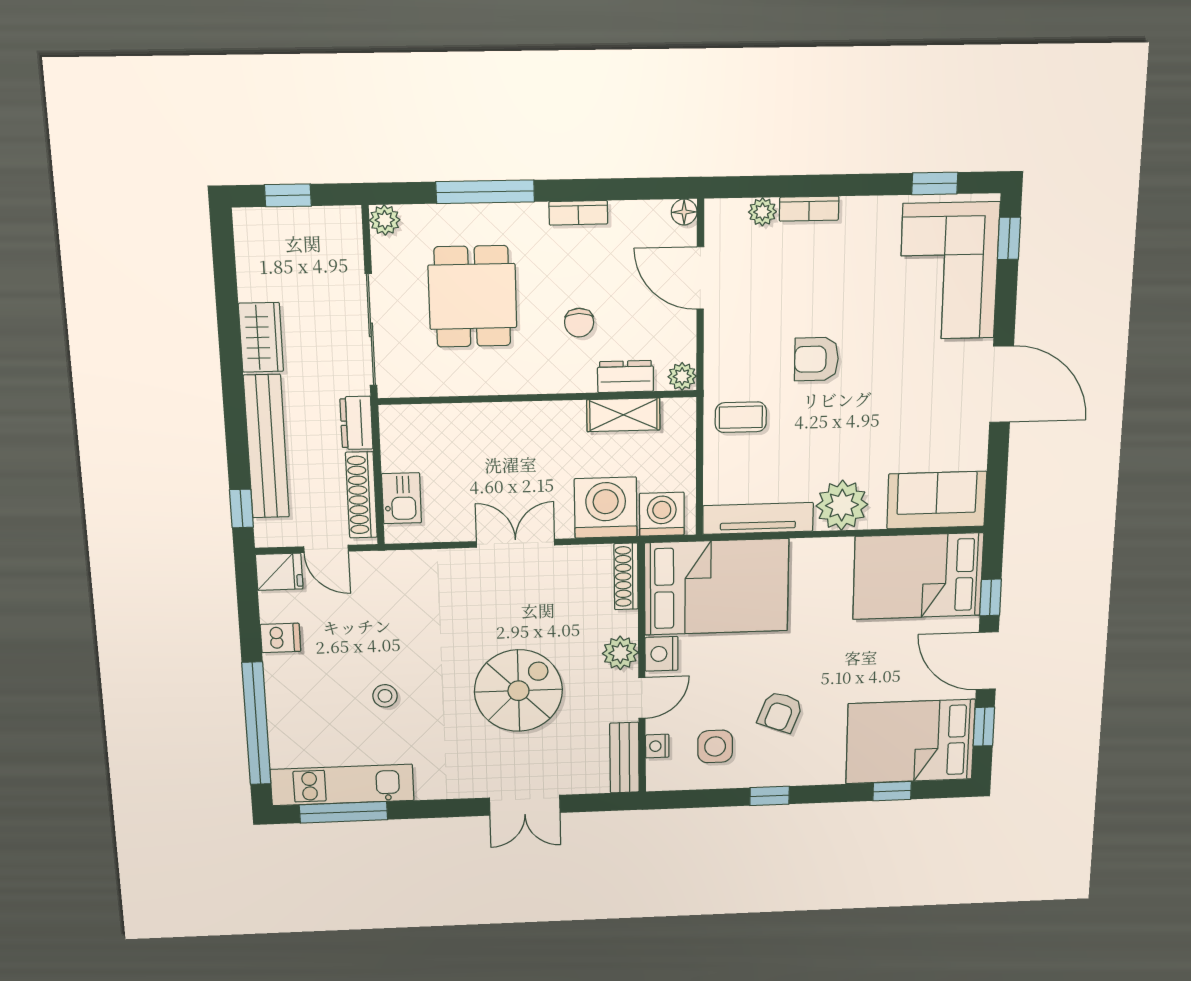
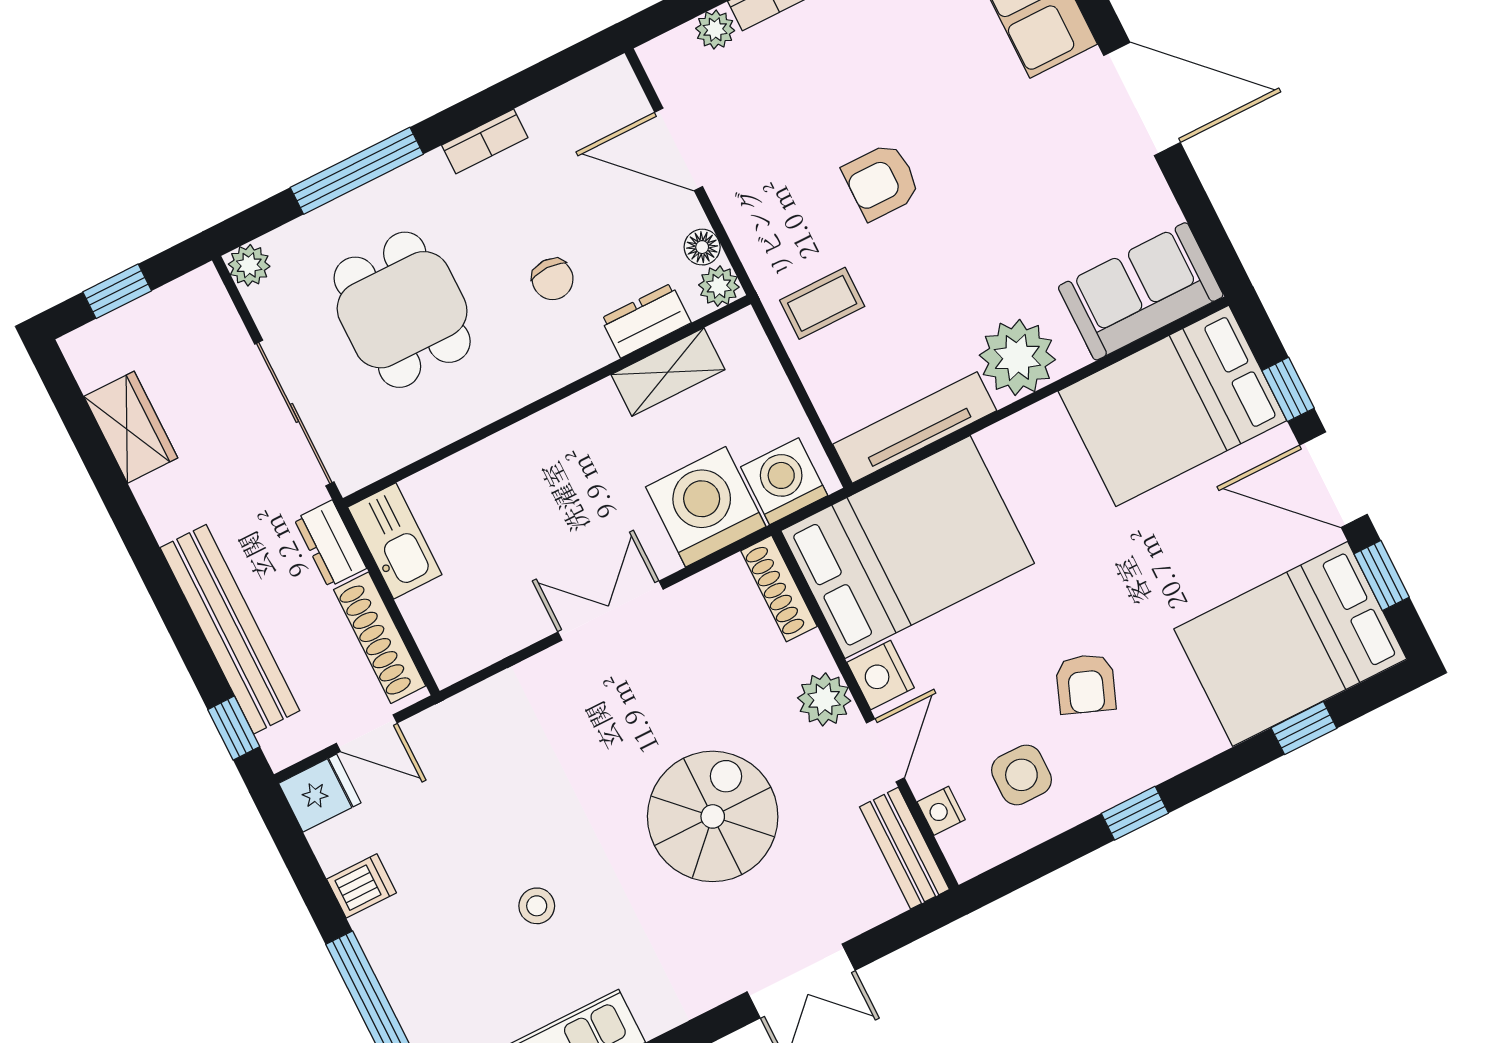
floor lamp: (684, 212) -> (702, 247), moved
wardrobe: (261, 337) -> (131, 427), moved
kitchen sink: (402, 498) -> (395, 541), moved, width x1.38

